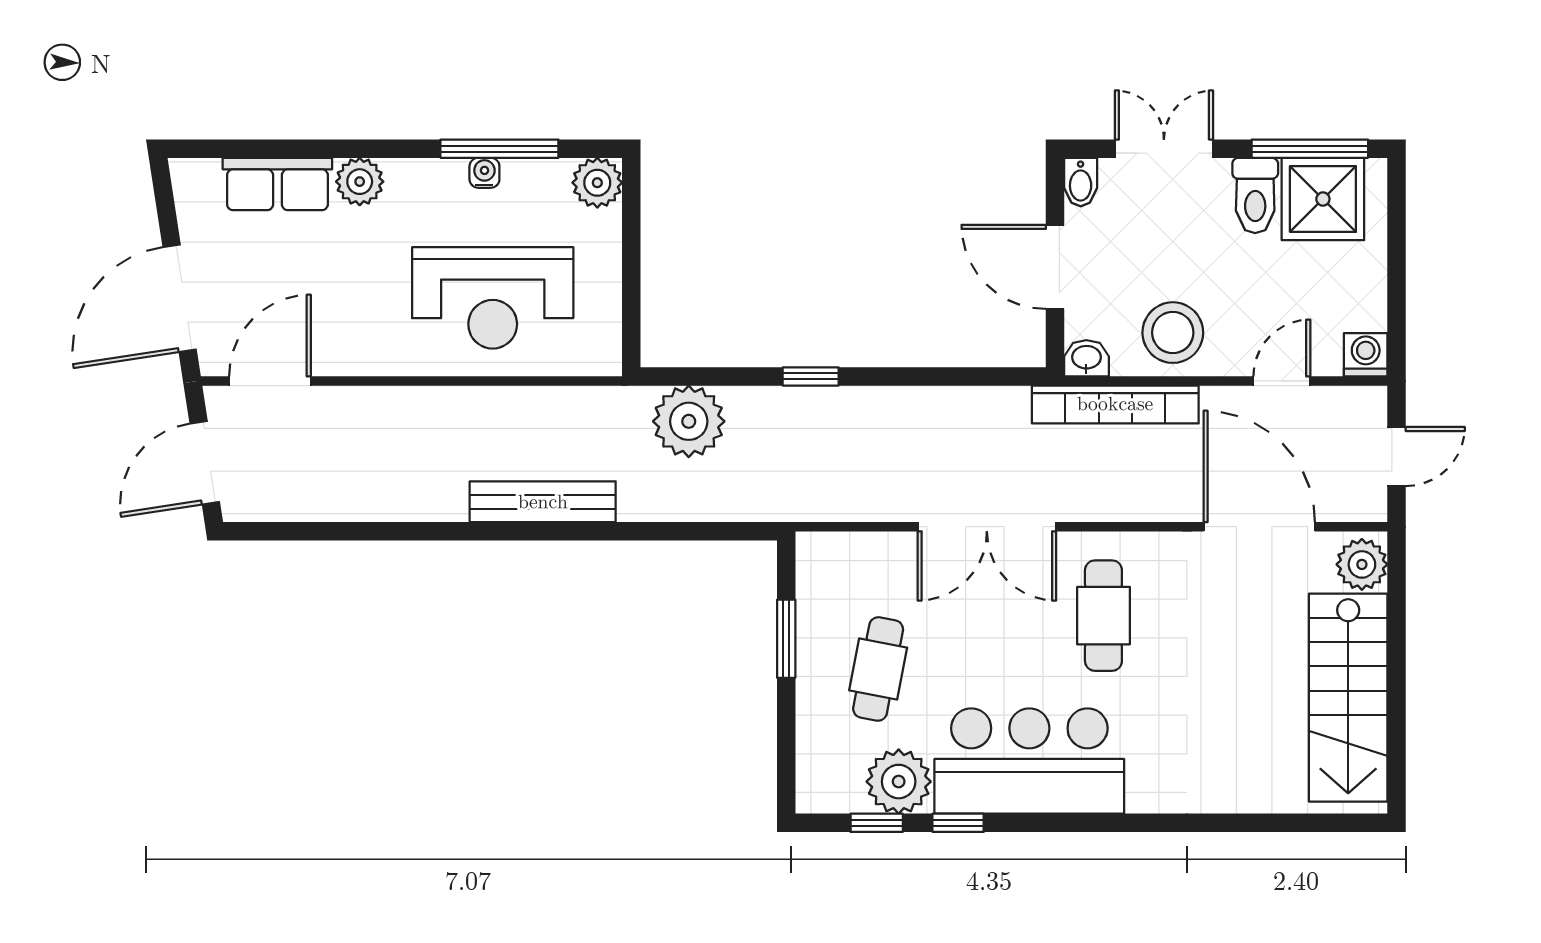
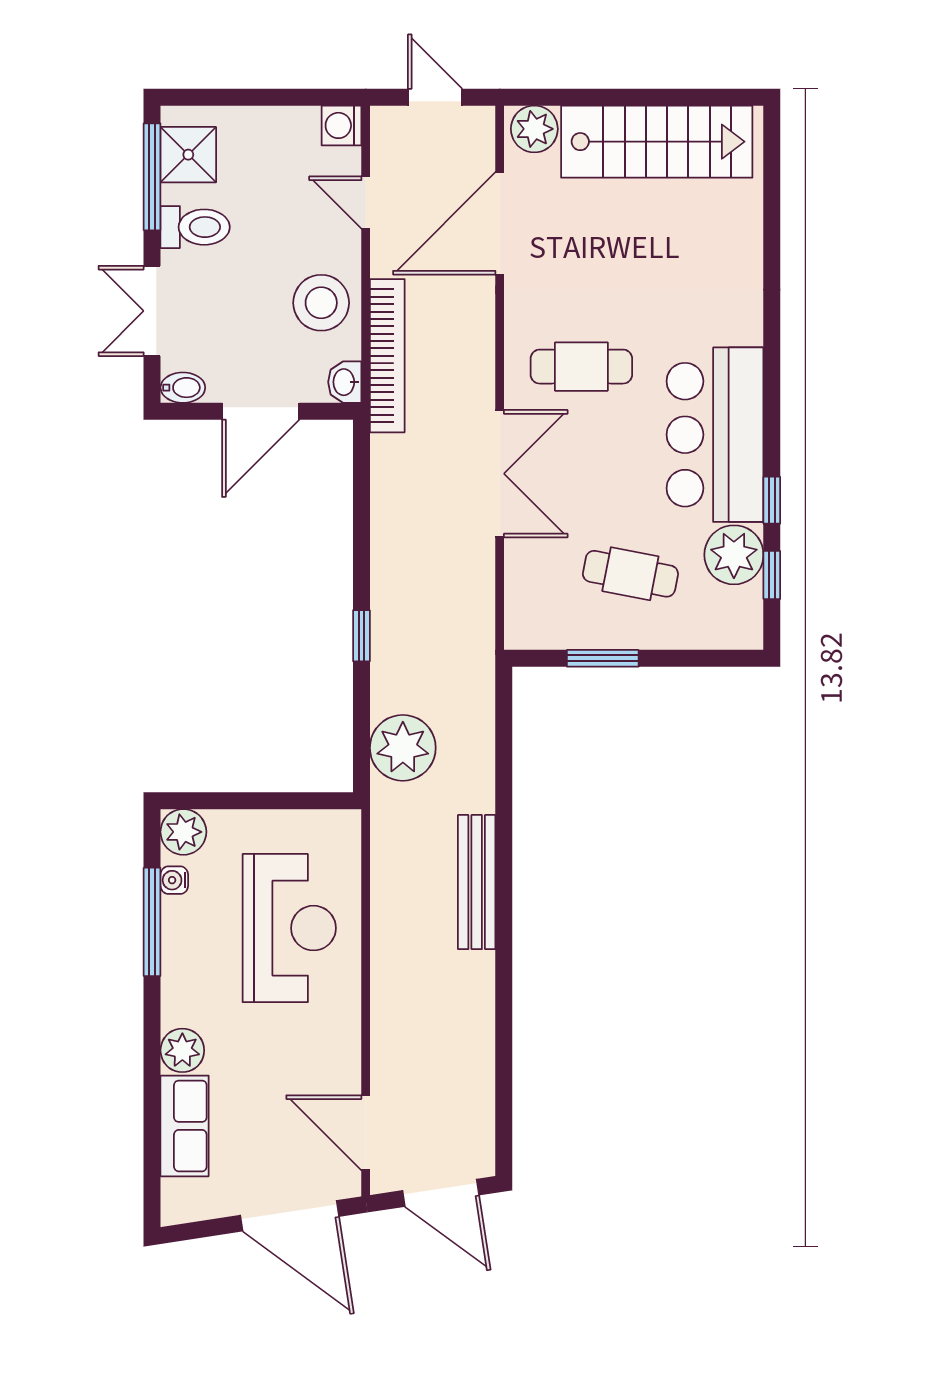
water cooler: (484, 173) -> (174, 880), moved
shower: (1323, 199) -> (188, 155), width x0.73, depth x0.73

